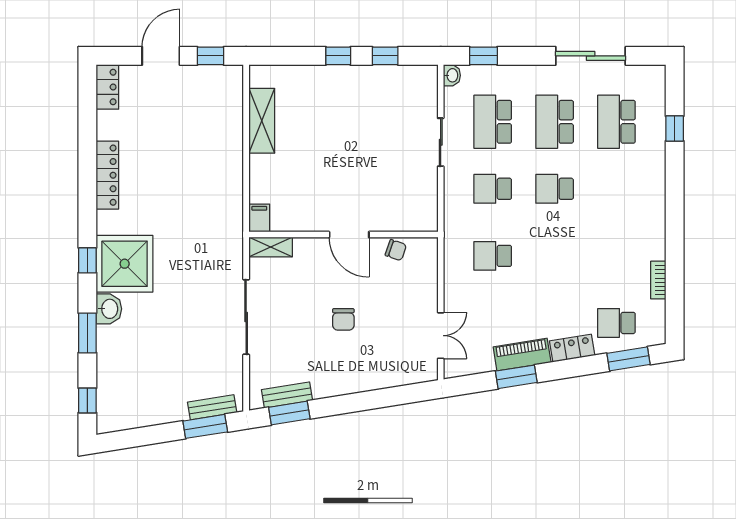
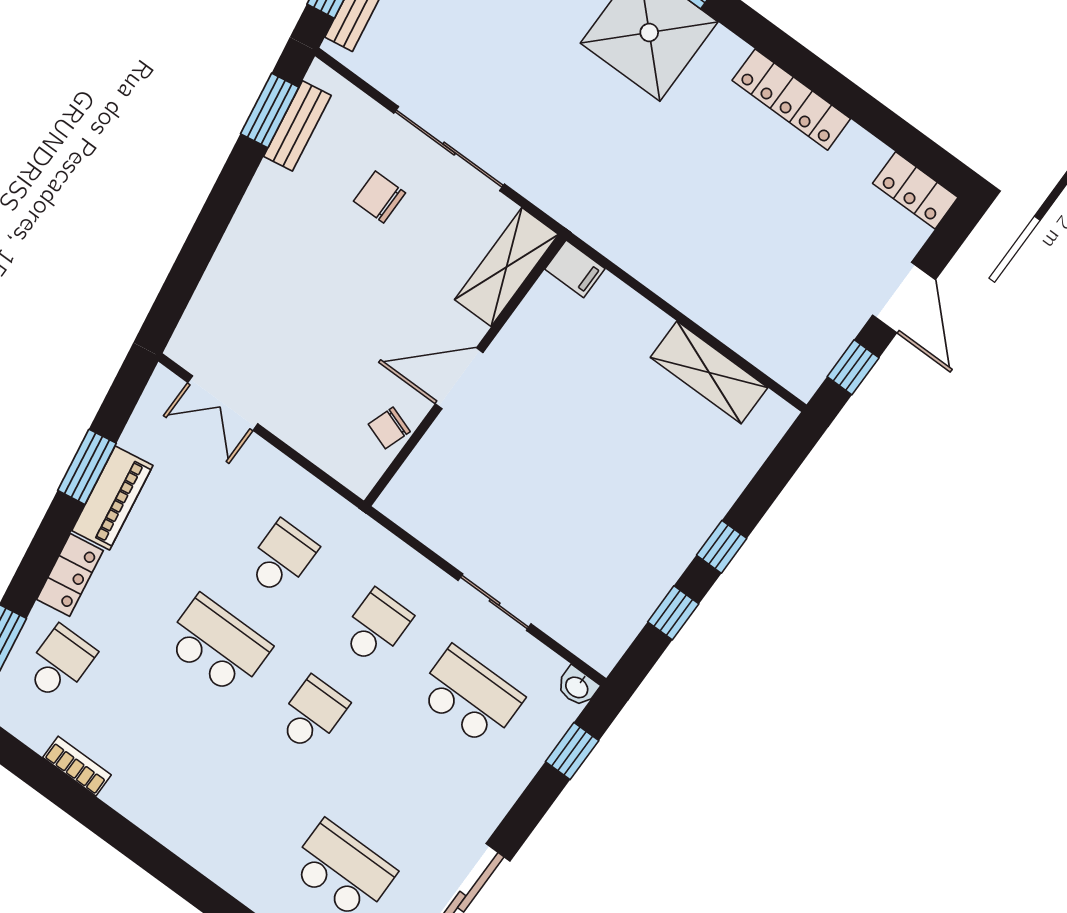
school desk: (555, 122) -> (218, 645), moved
shelving: (271, 247) -> (506, 267), width x1.50, depth x1.33
chair: (343, 319) -> (379, 197), moved

